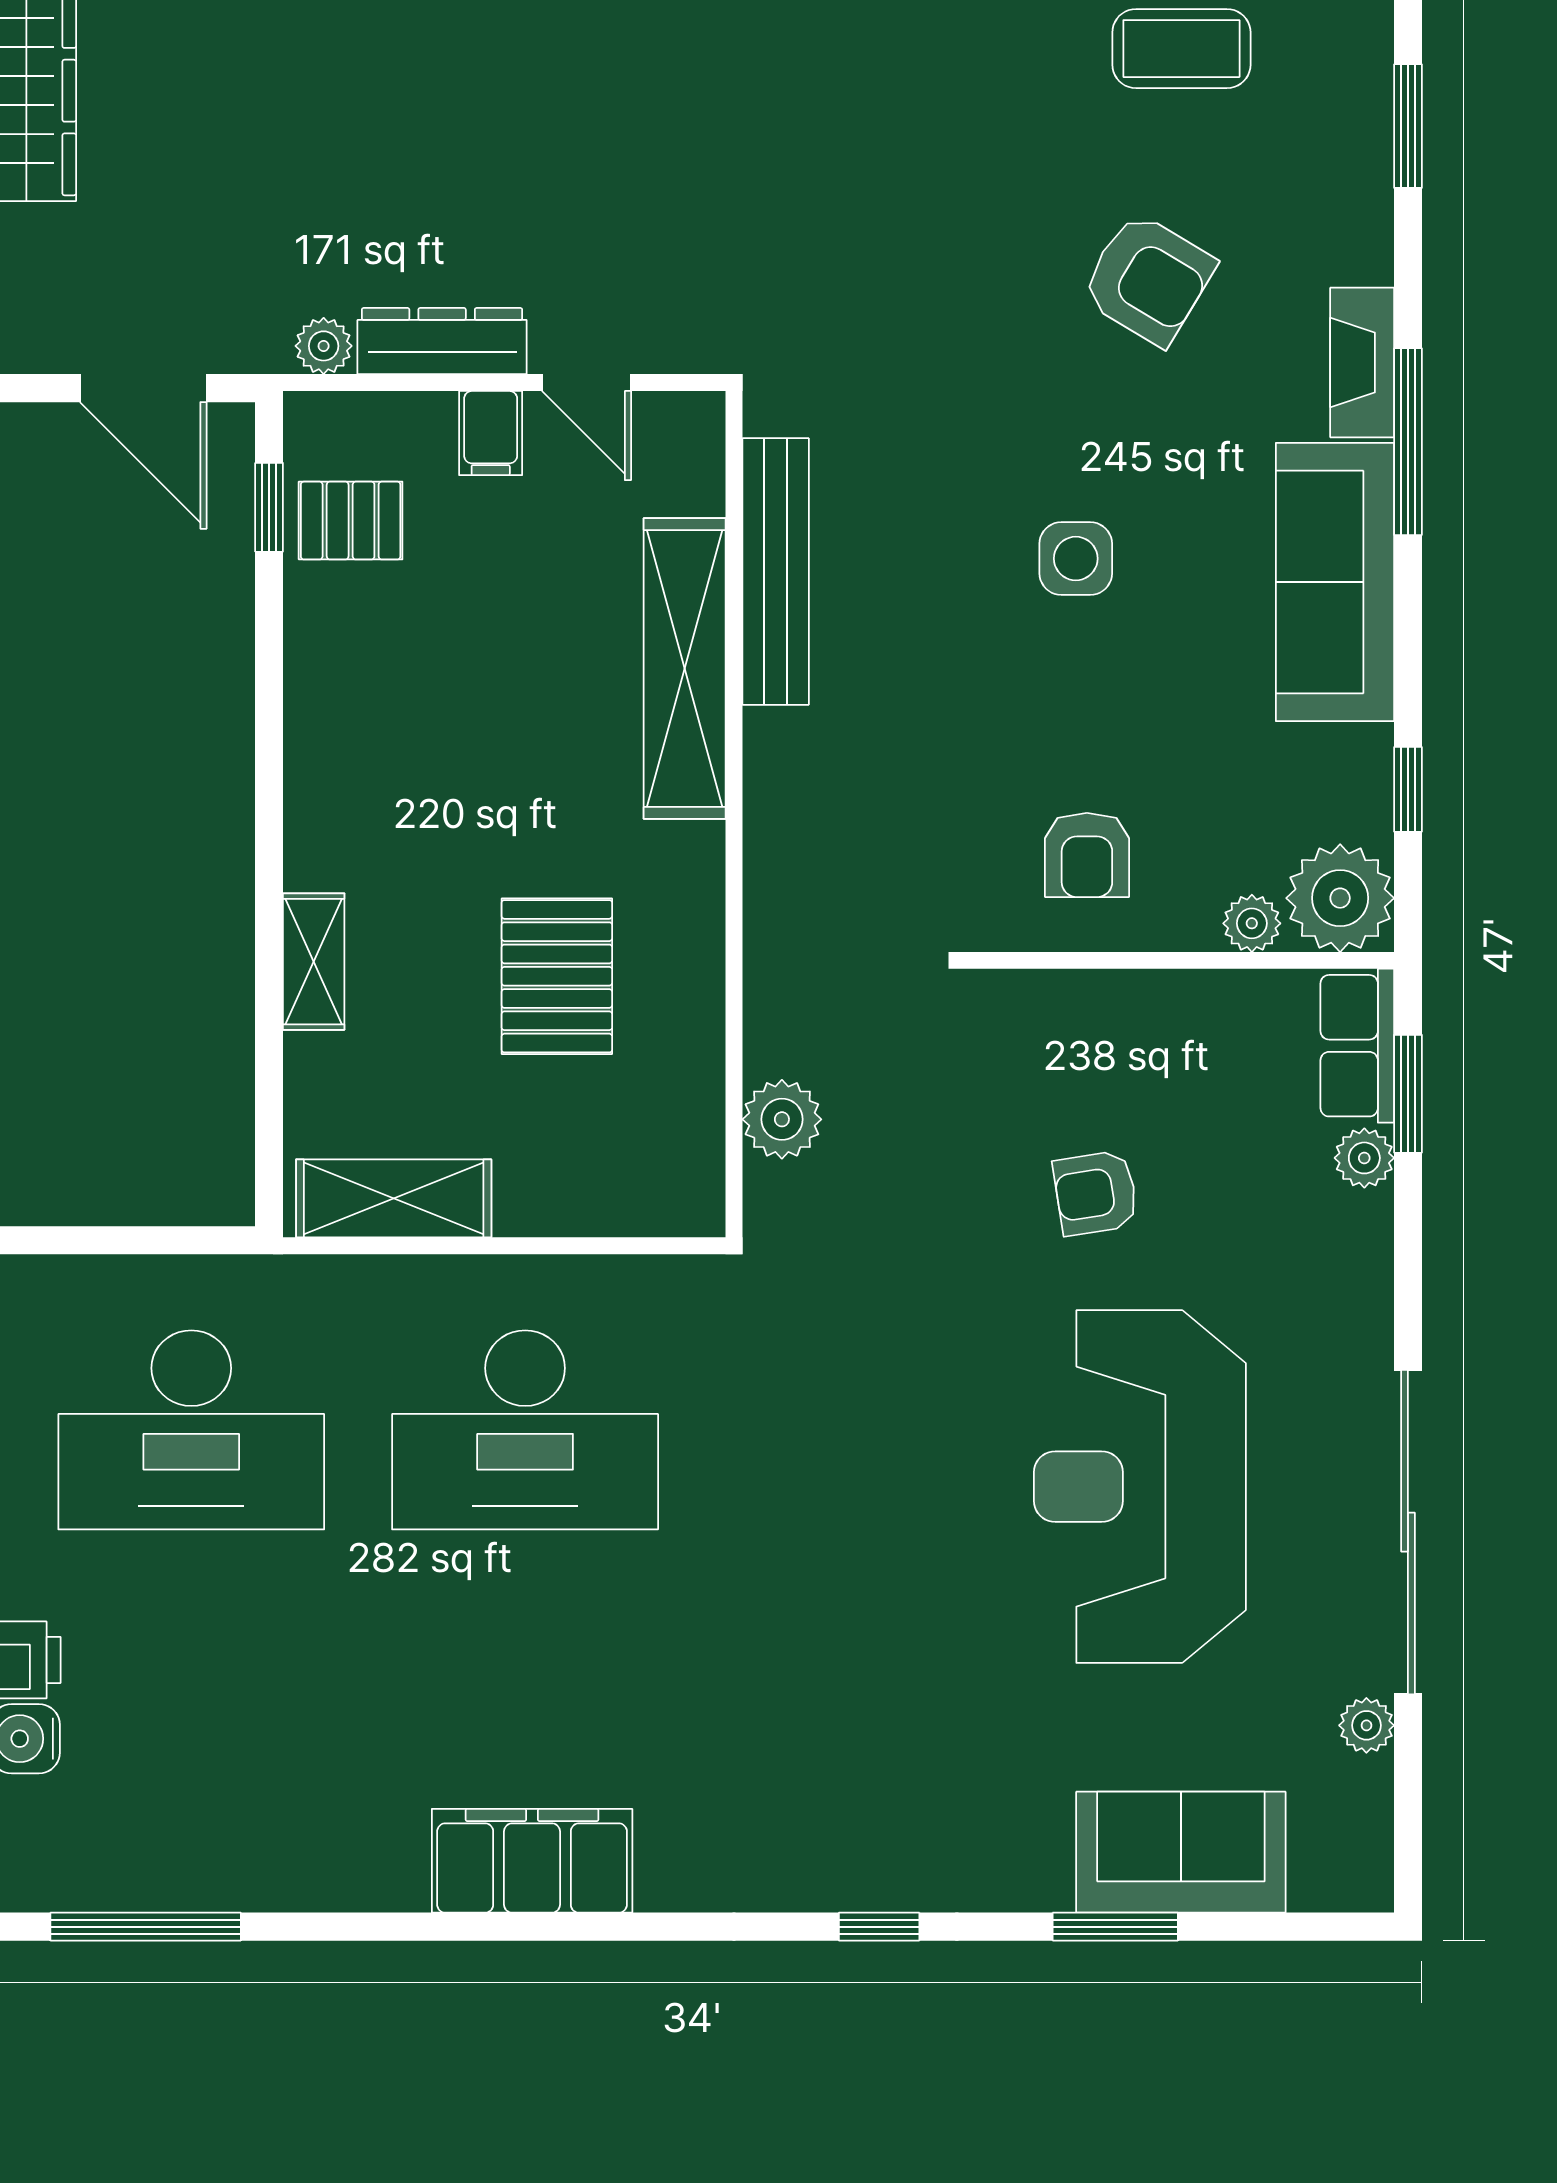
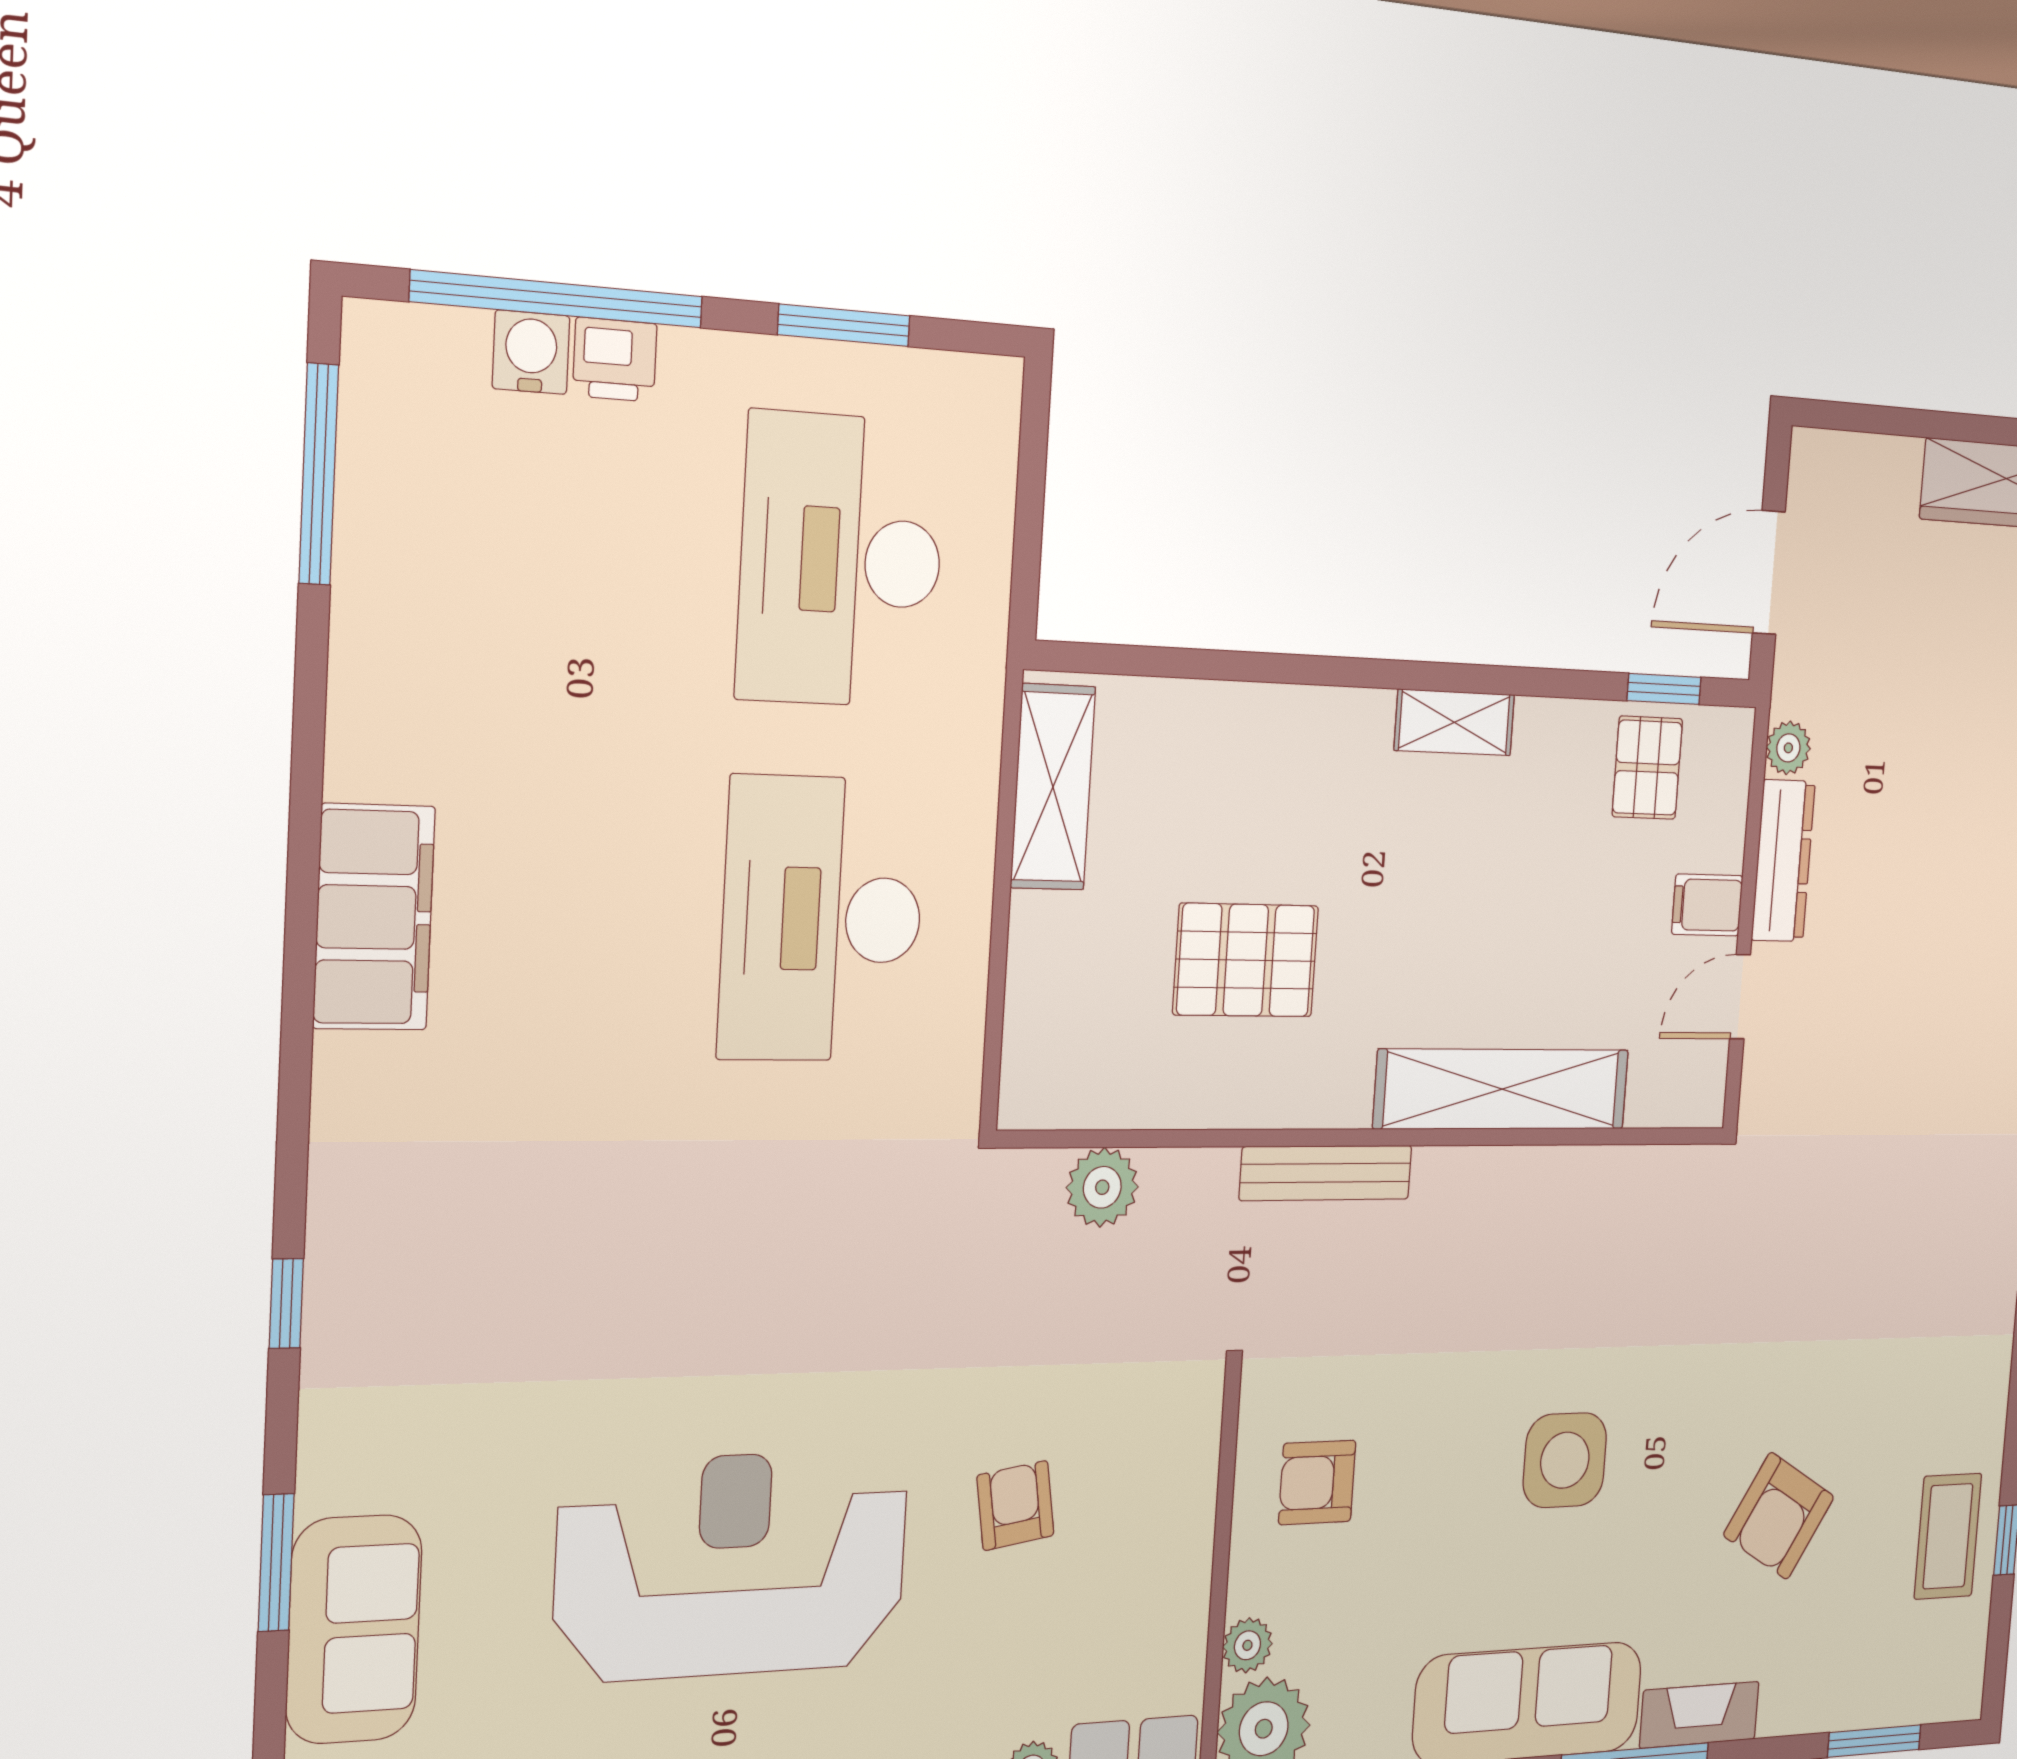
side table: (1076, 559) -> (1565, 1460), width x1.37, depth x1.37
bench: (776, 571) -> (1326, 1173), moved, width x0.73, depth x0.82
shelving: (314, 962) -> (1454, 722), moved

